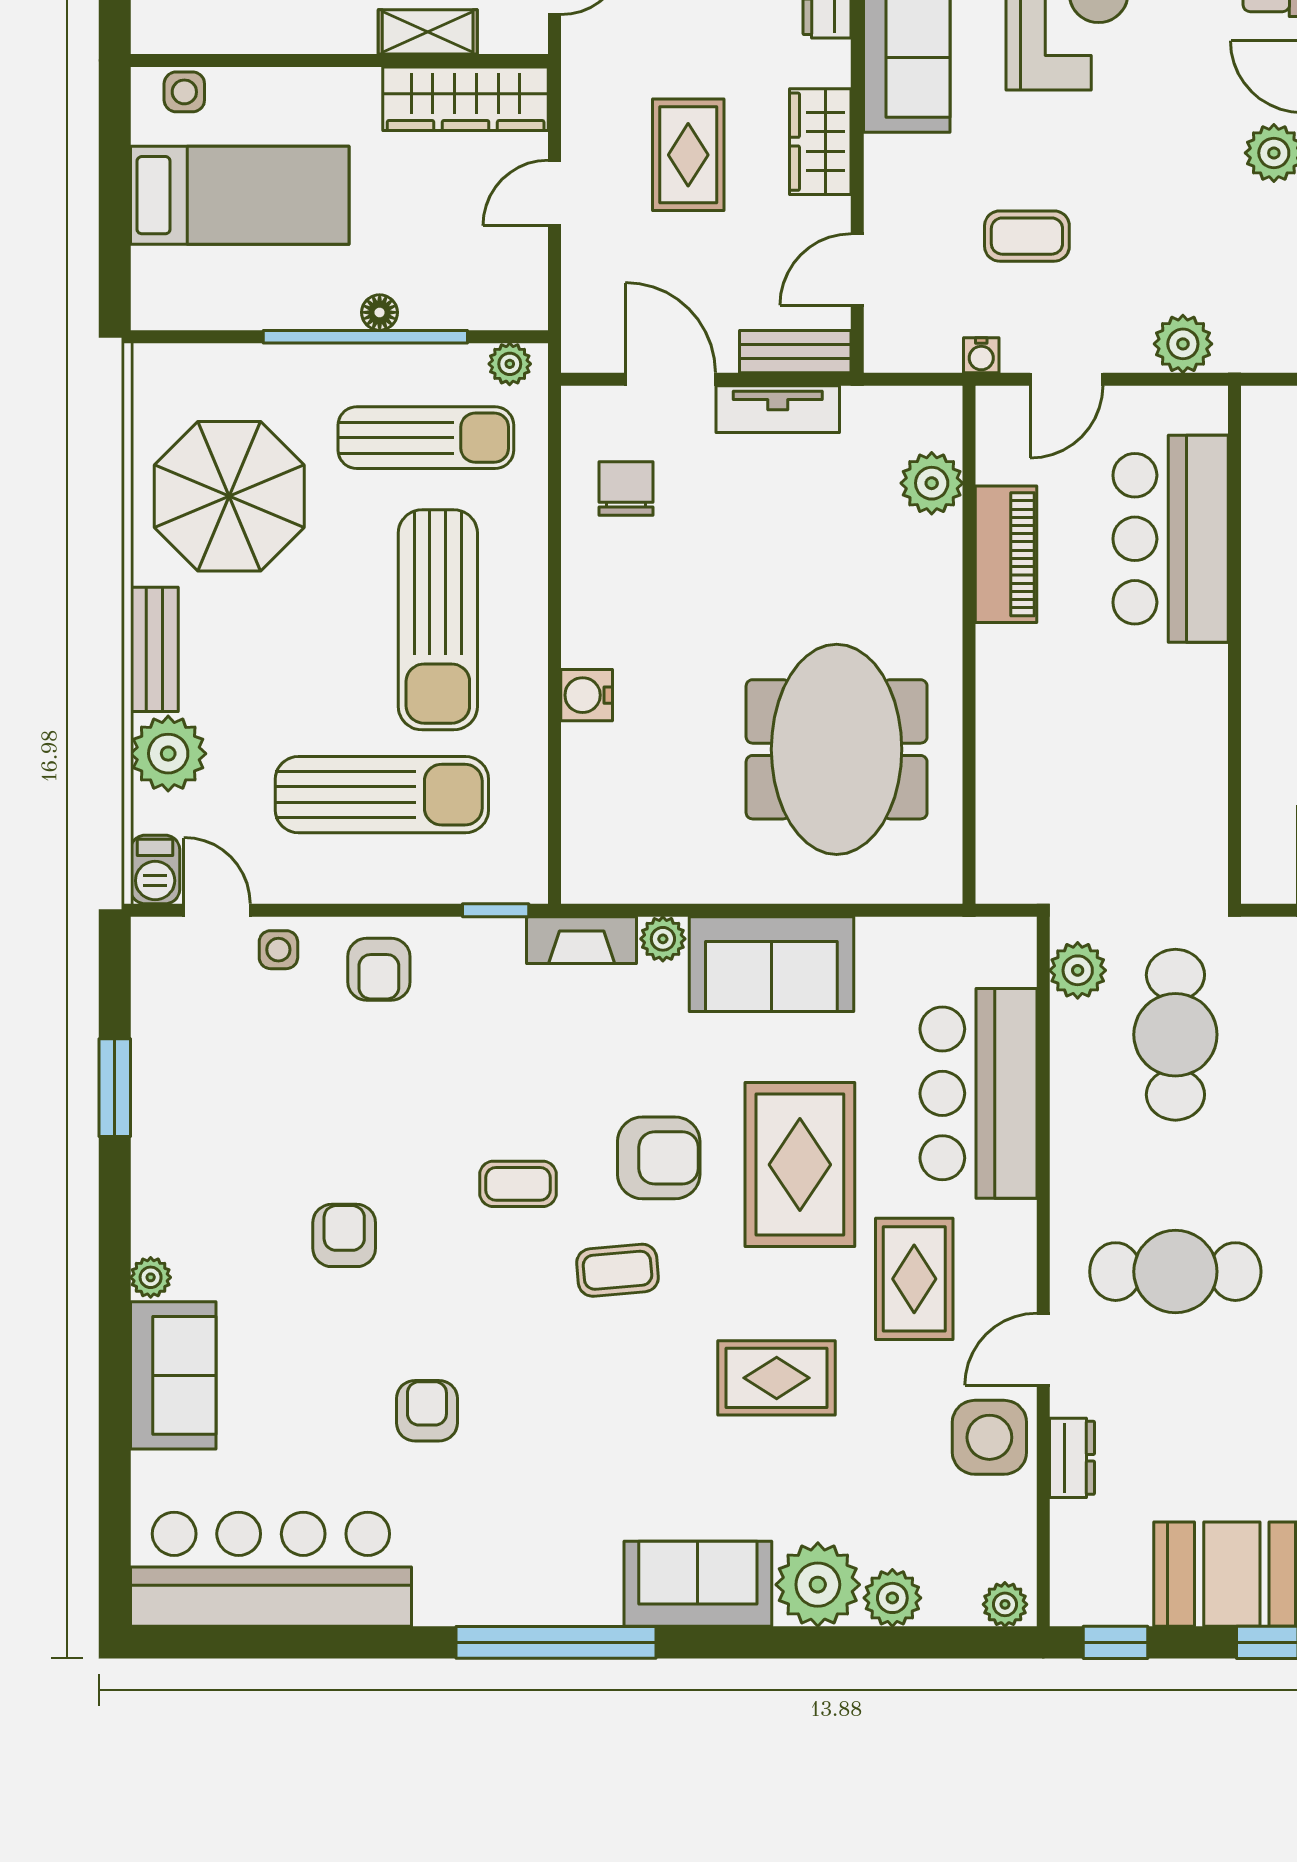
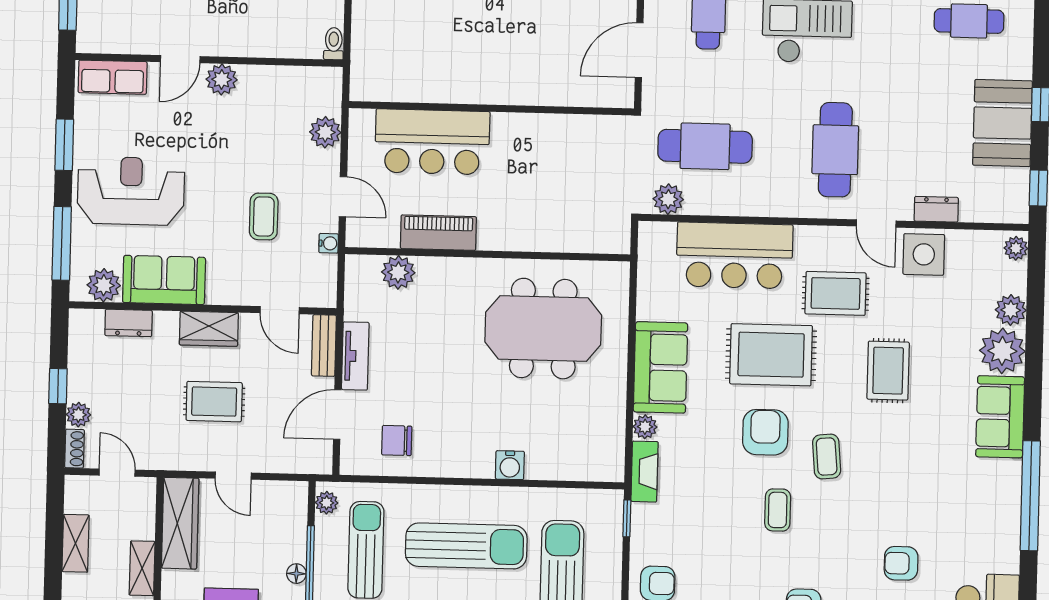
shelving: (428, 32) -> (142, 568), moved

